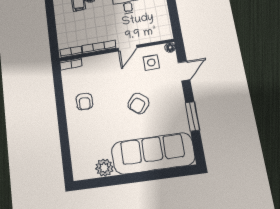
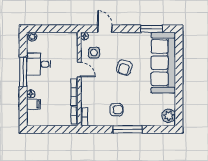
armchair: (139, 103) -> (124, 68), turned 67
window: (192, 116) -> (152, 29), moved
window: (62, 119) -> (128, 129), added
plant: (104, 168) -> (169, 116), moved

